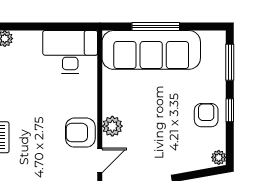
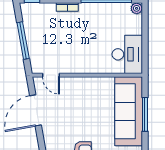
plant: (112, 126) -> (75, 84), removed
armchair: (80, 133) -> (71, 62), removed

